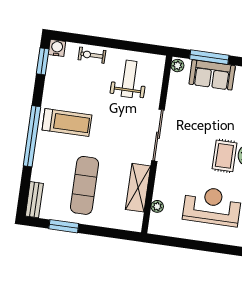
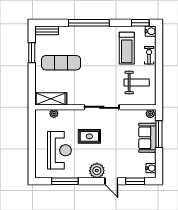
treadmill: (67, 123) -> (127, 48), moved
rug: (224, 156) -> (89, 136), moved
shelving: (138, 188) -> (51, 99), moved

